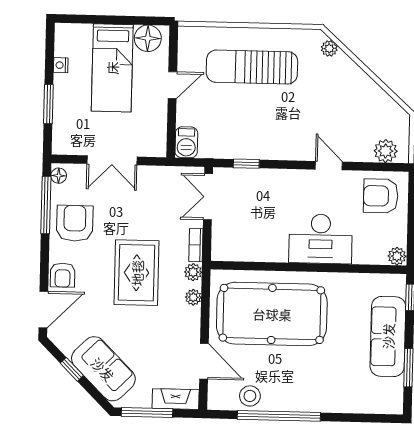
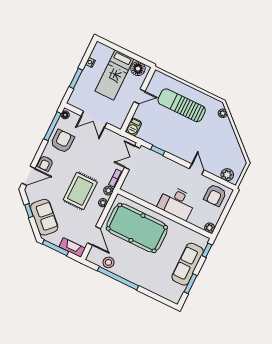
armchair: (381, 196) -> (215, 195), turned -90
rug: (137, 273) -> (80, 191), moved

